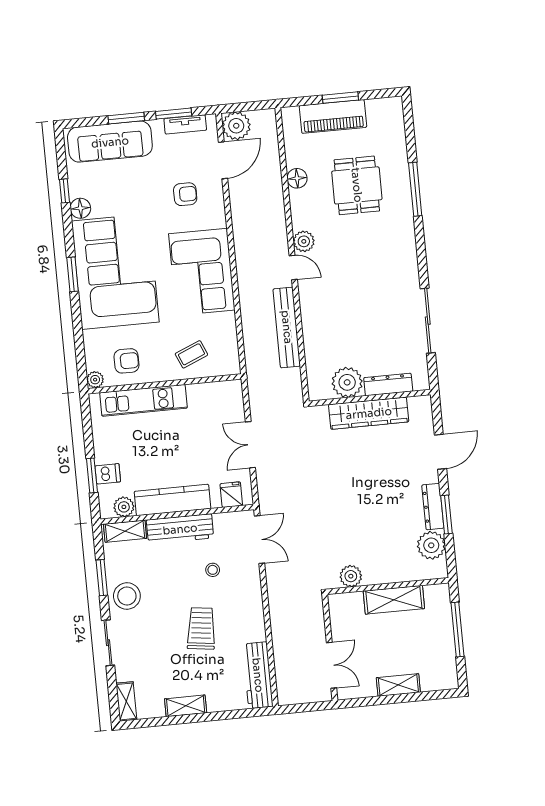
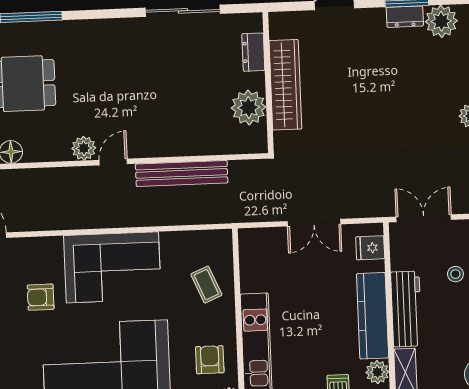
armchair: (185, 194) -> (41, 297), moved, turned -90
dresser: (388, 384) -> (253, 52), width x0.70
dresser: (433, 507) -> (405, 17), width x0.70

